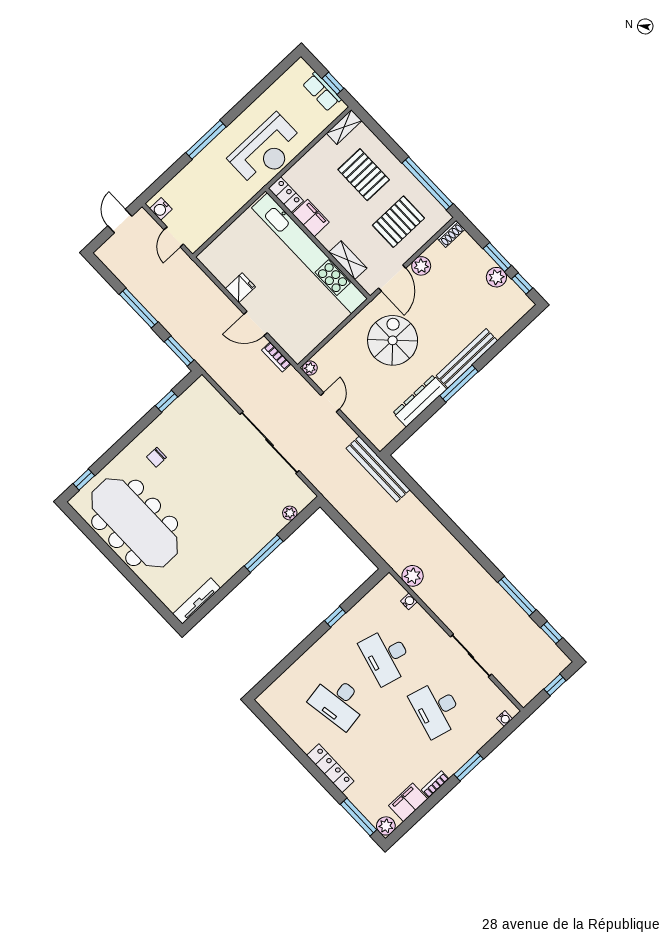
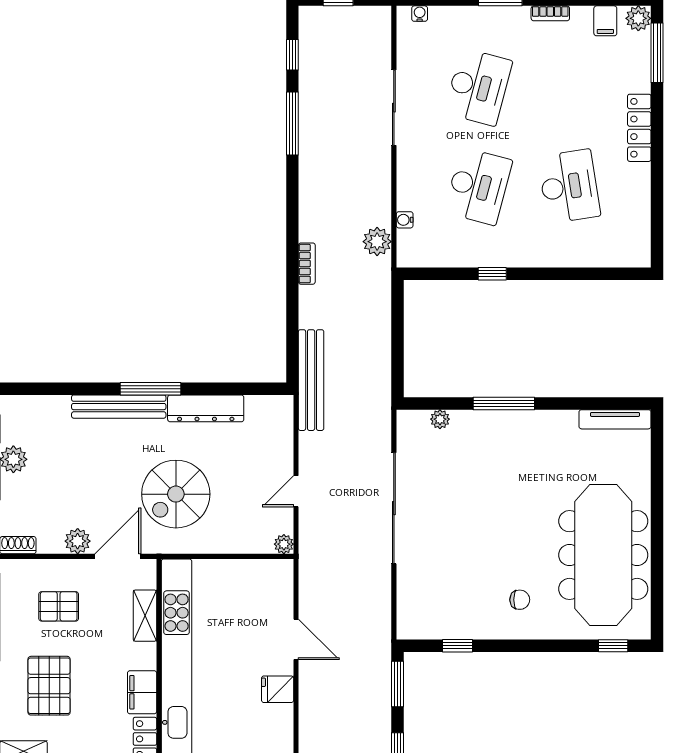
pallet: (398, 222) -> (59, 606), width x0.67, depth x0.71
bookcase: (276, 357) -> (307, 264), moved
filing cabinet: (408, 802) -> (605, 21), width x0.50

